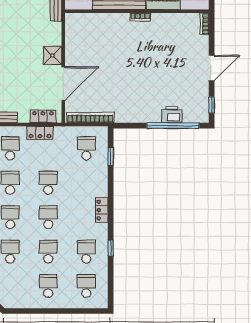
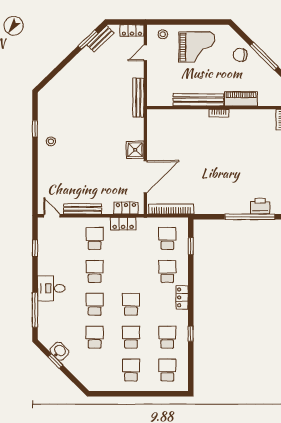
printer: (172, 115) -> (260, 206), moved
school desk: (48, 183) -> (167, 271), moved

